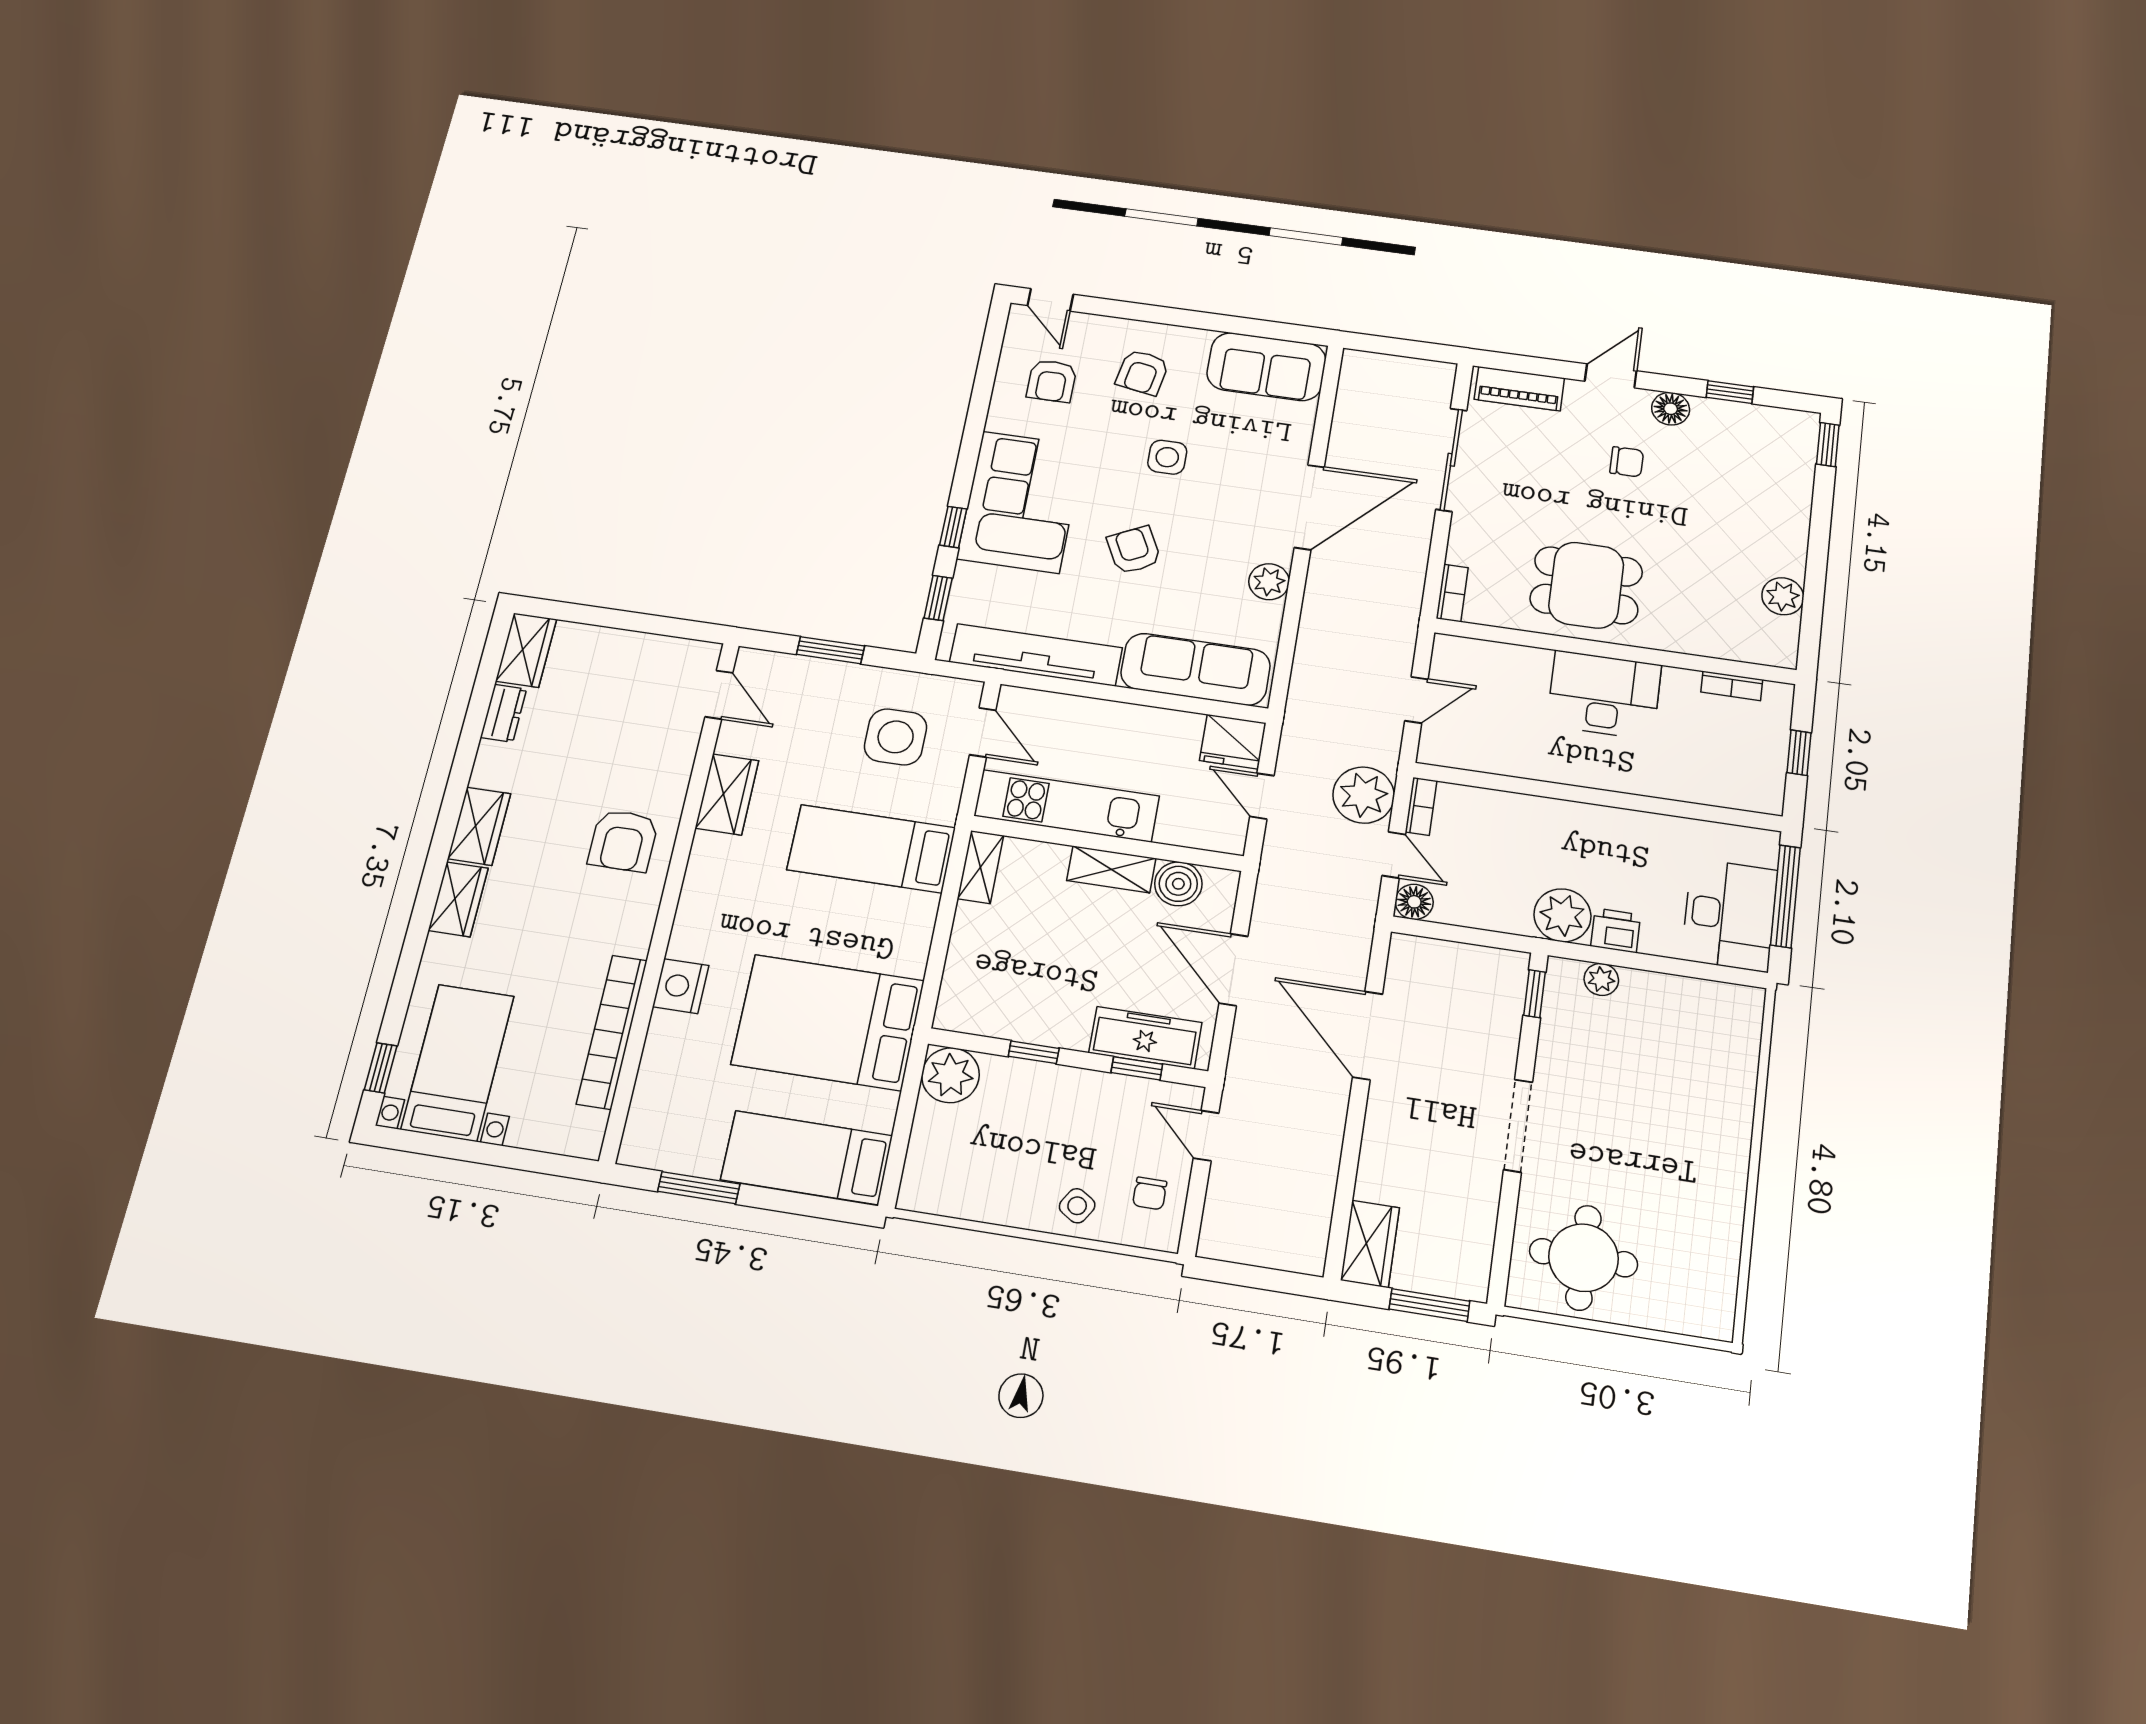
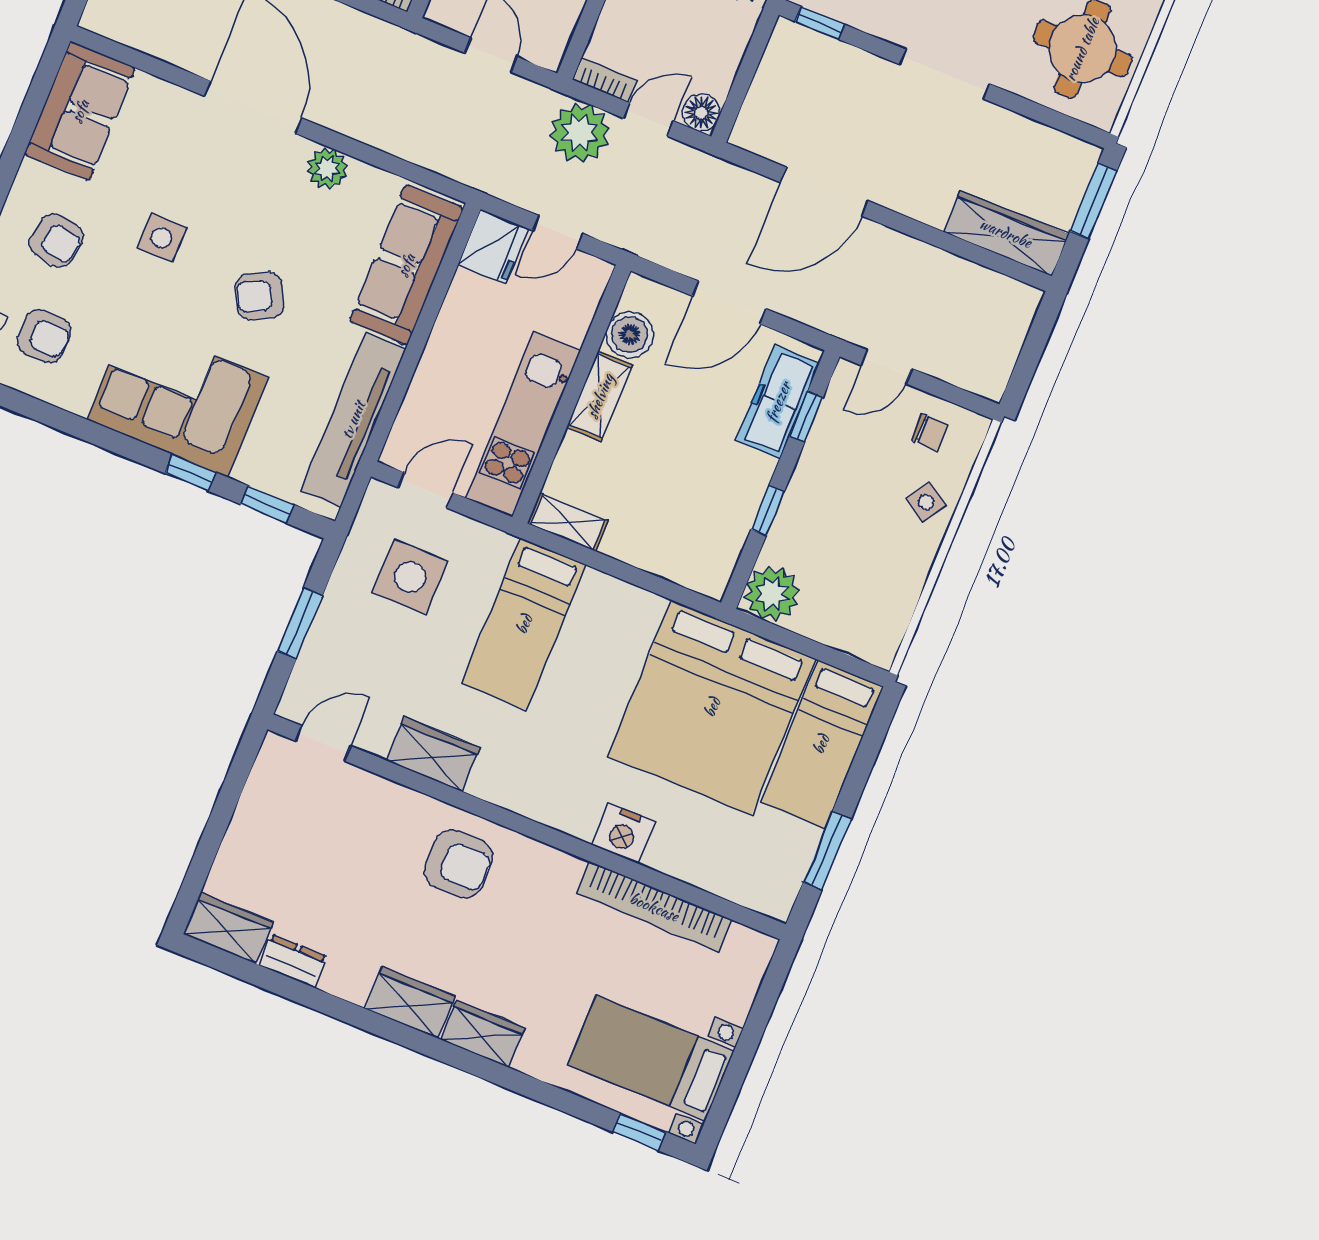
bed: (828, 1022) -> (712, 707), width x1.36
wardrobe: (1370, 1244) -> (1006, 233), width x1.50

